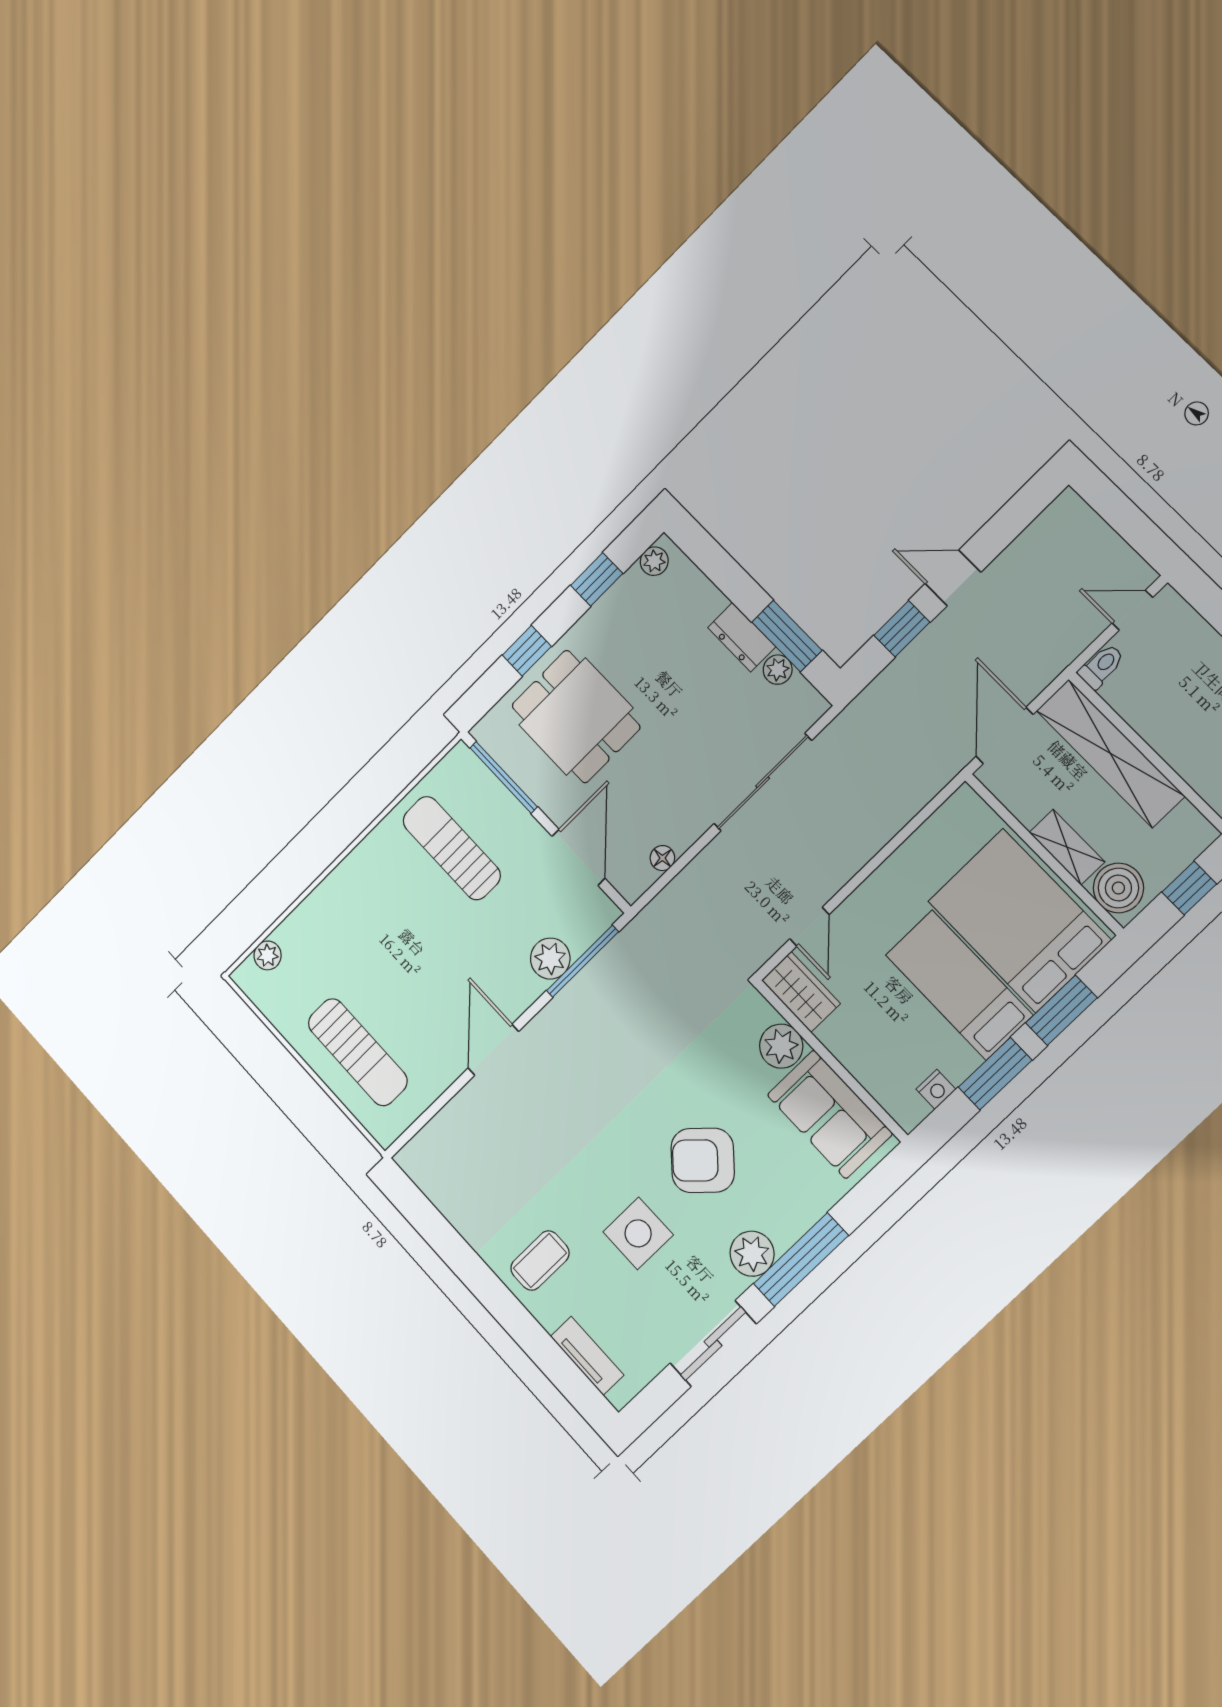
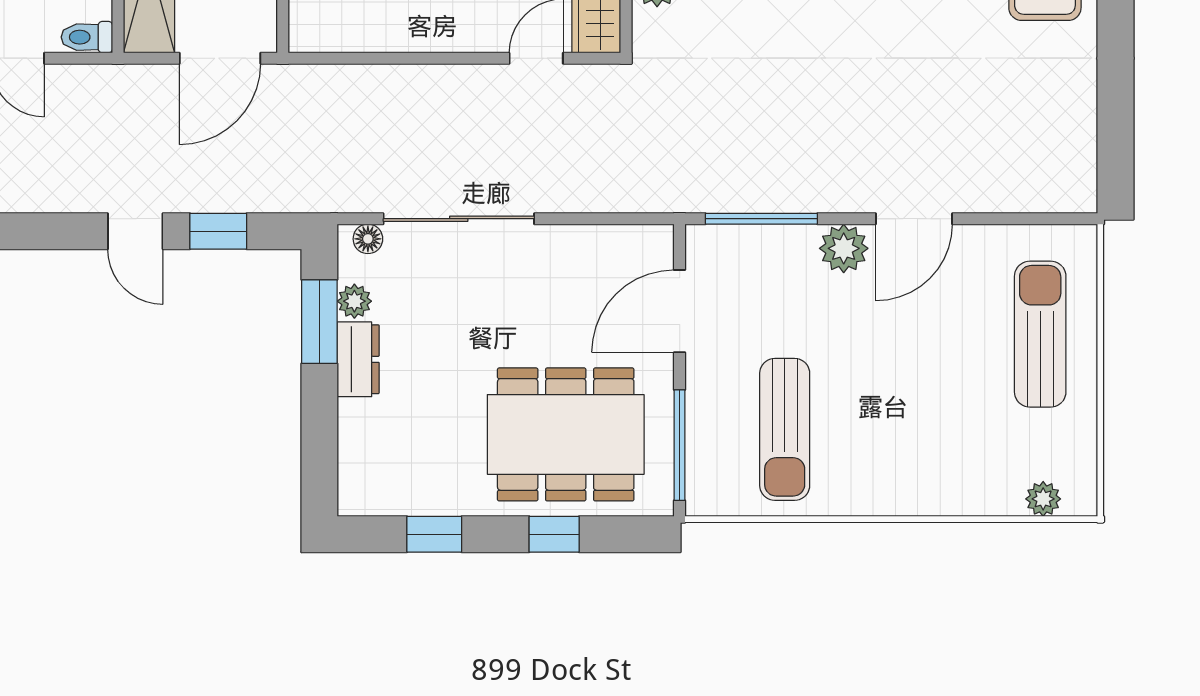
plant: (654, 561) -> (370, 500), removed
dining table: (576, 716) -> (566, 434), width x1.37
floor lamp: (662, 858) -> (368, 239), moved
plant: (550, 959) -> (844, 248), moved

